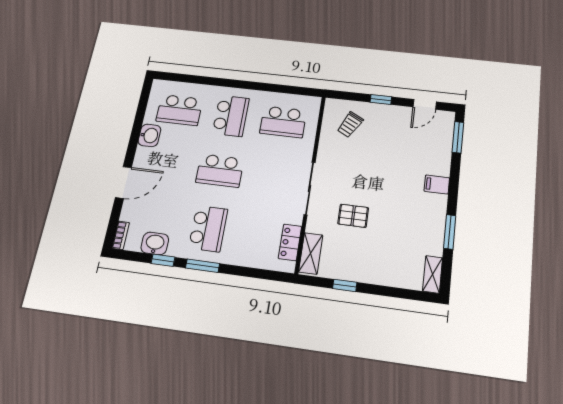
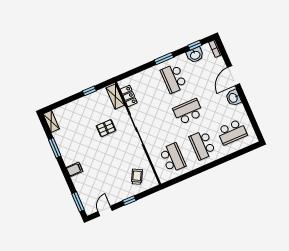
school desk: (179, 110) -> (232, 132), turned 180
school desk: (283, 122) -> (173, 158), turned 90
washbasin: (149, 135) -> (233, 98), moved
window: (163, 260) -> (195, 45), moved

